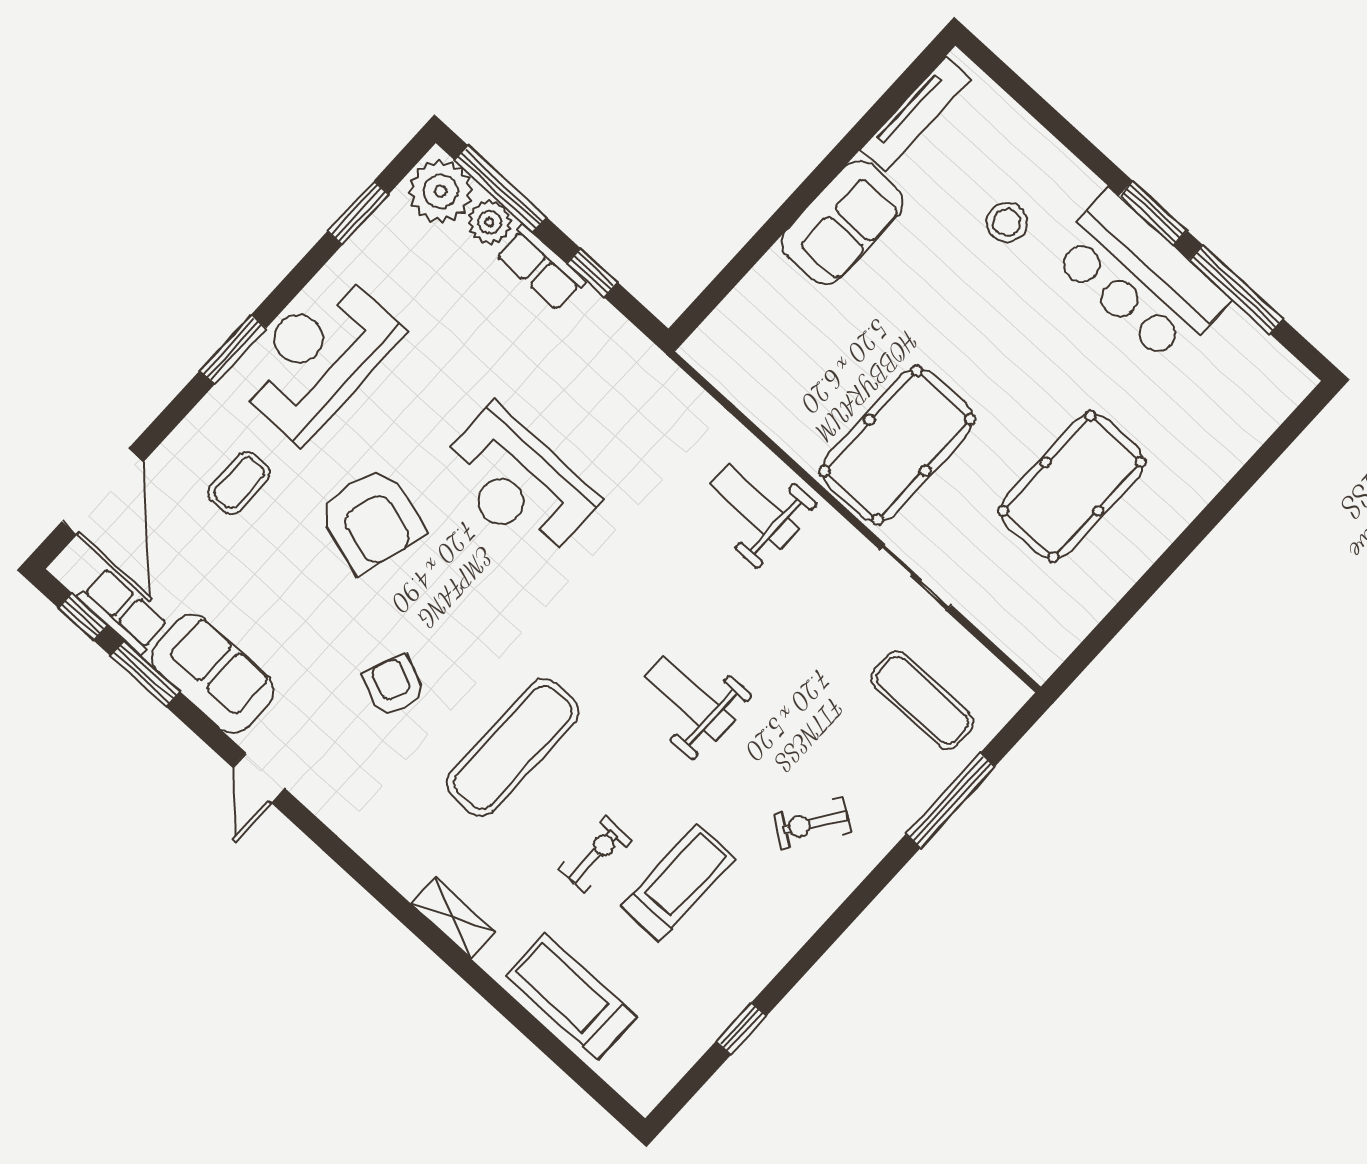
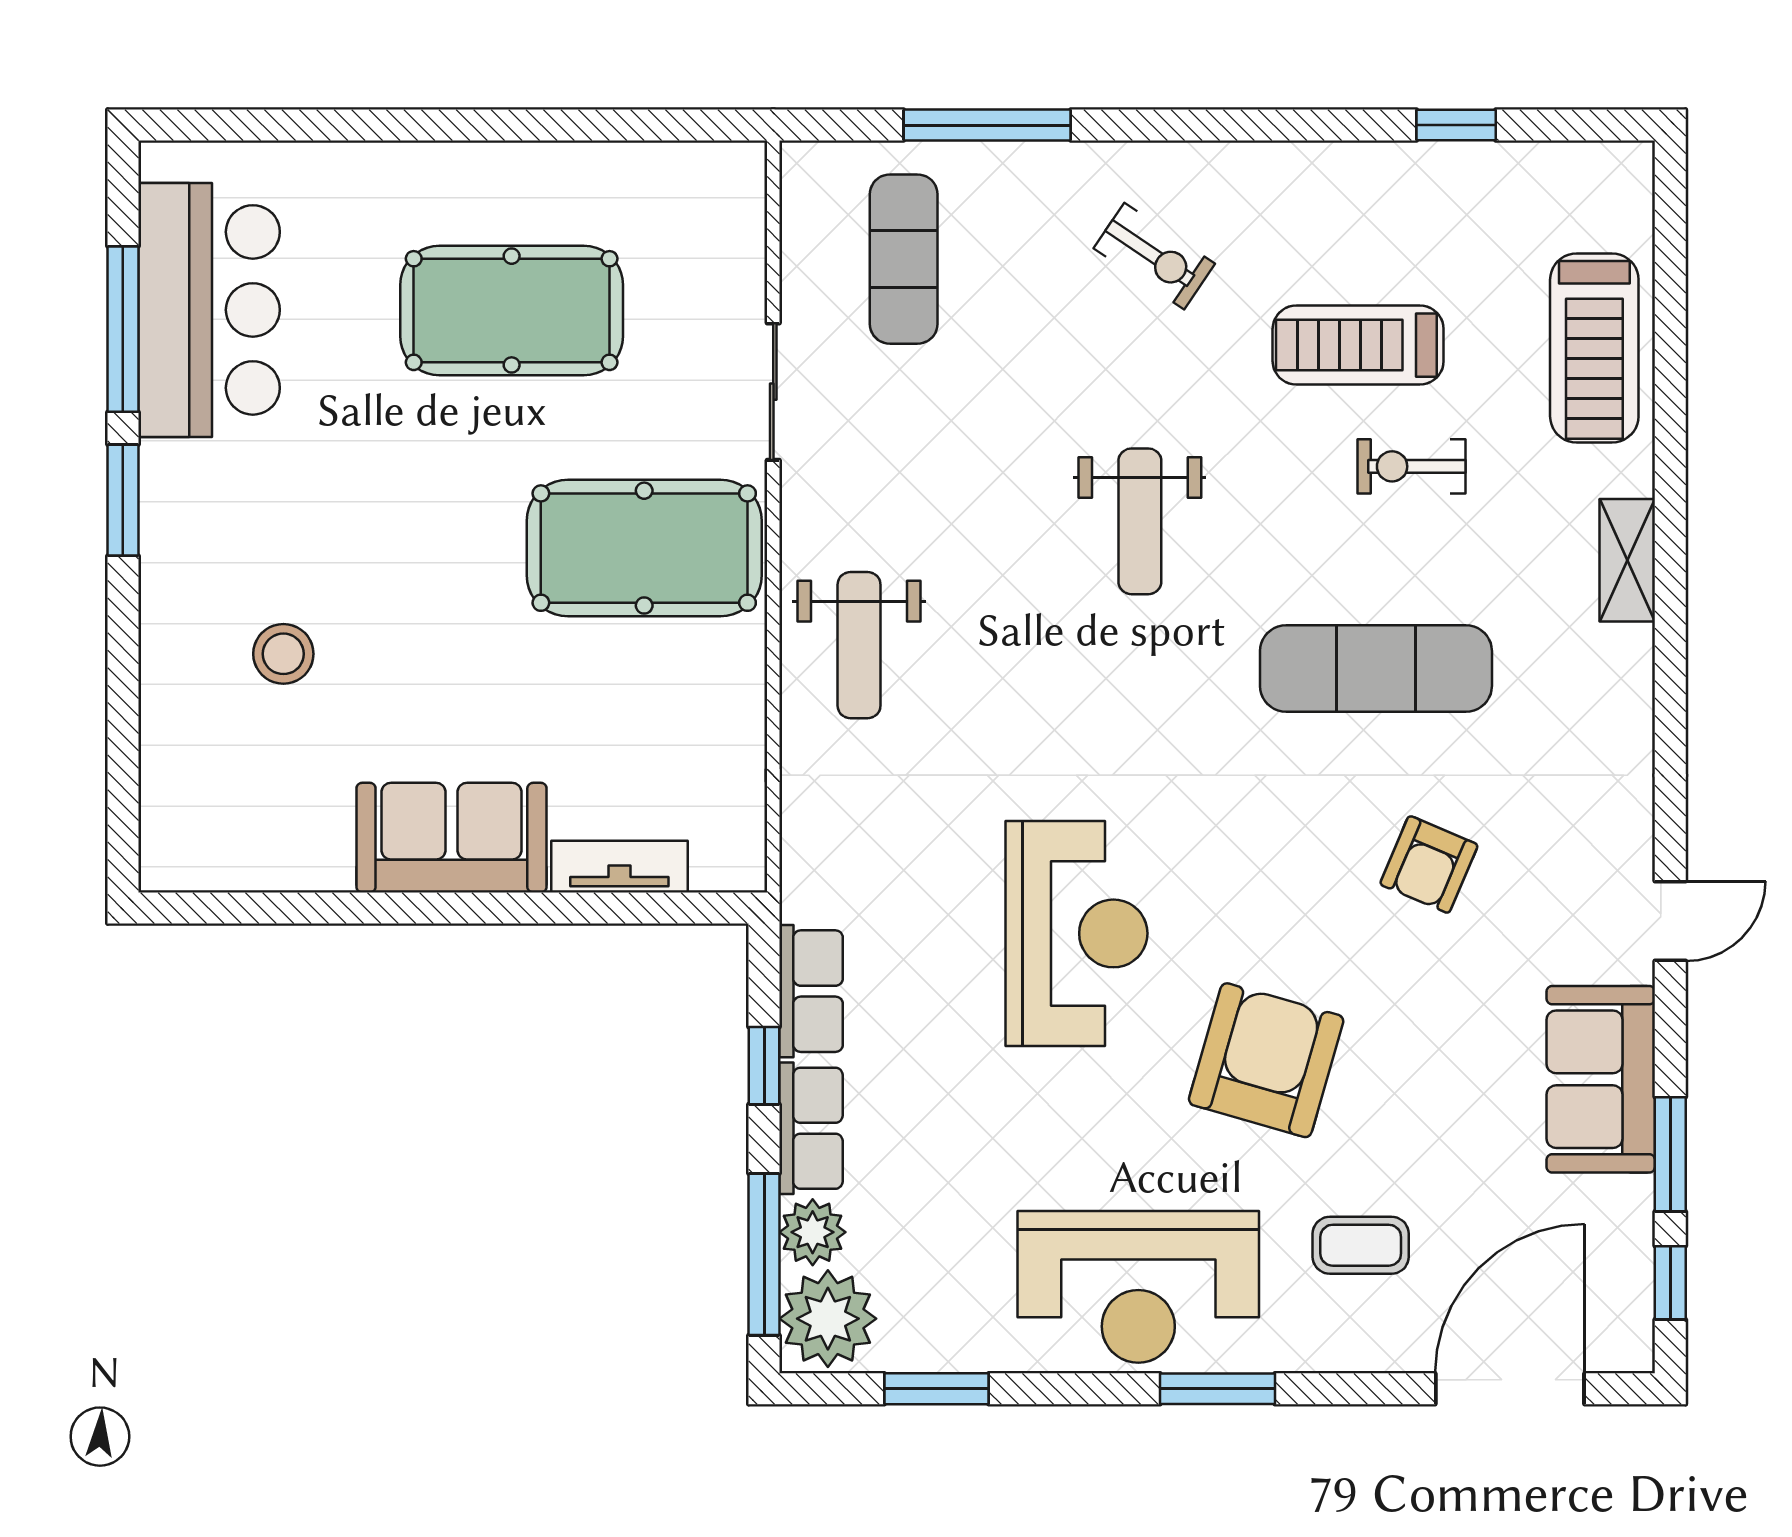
tv unit: (916, 114) -> (619, 867), moved, width x0.71
bar counter: (1139, 277) -> (209, 310), moved
row of seats: (123, 611) -> (811, 991), moved, turned 180

